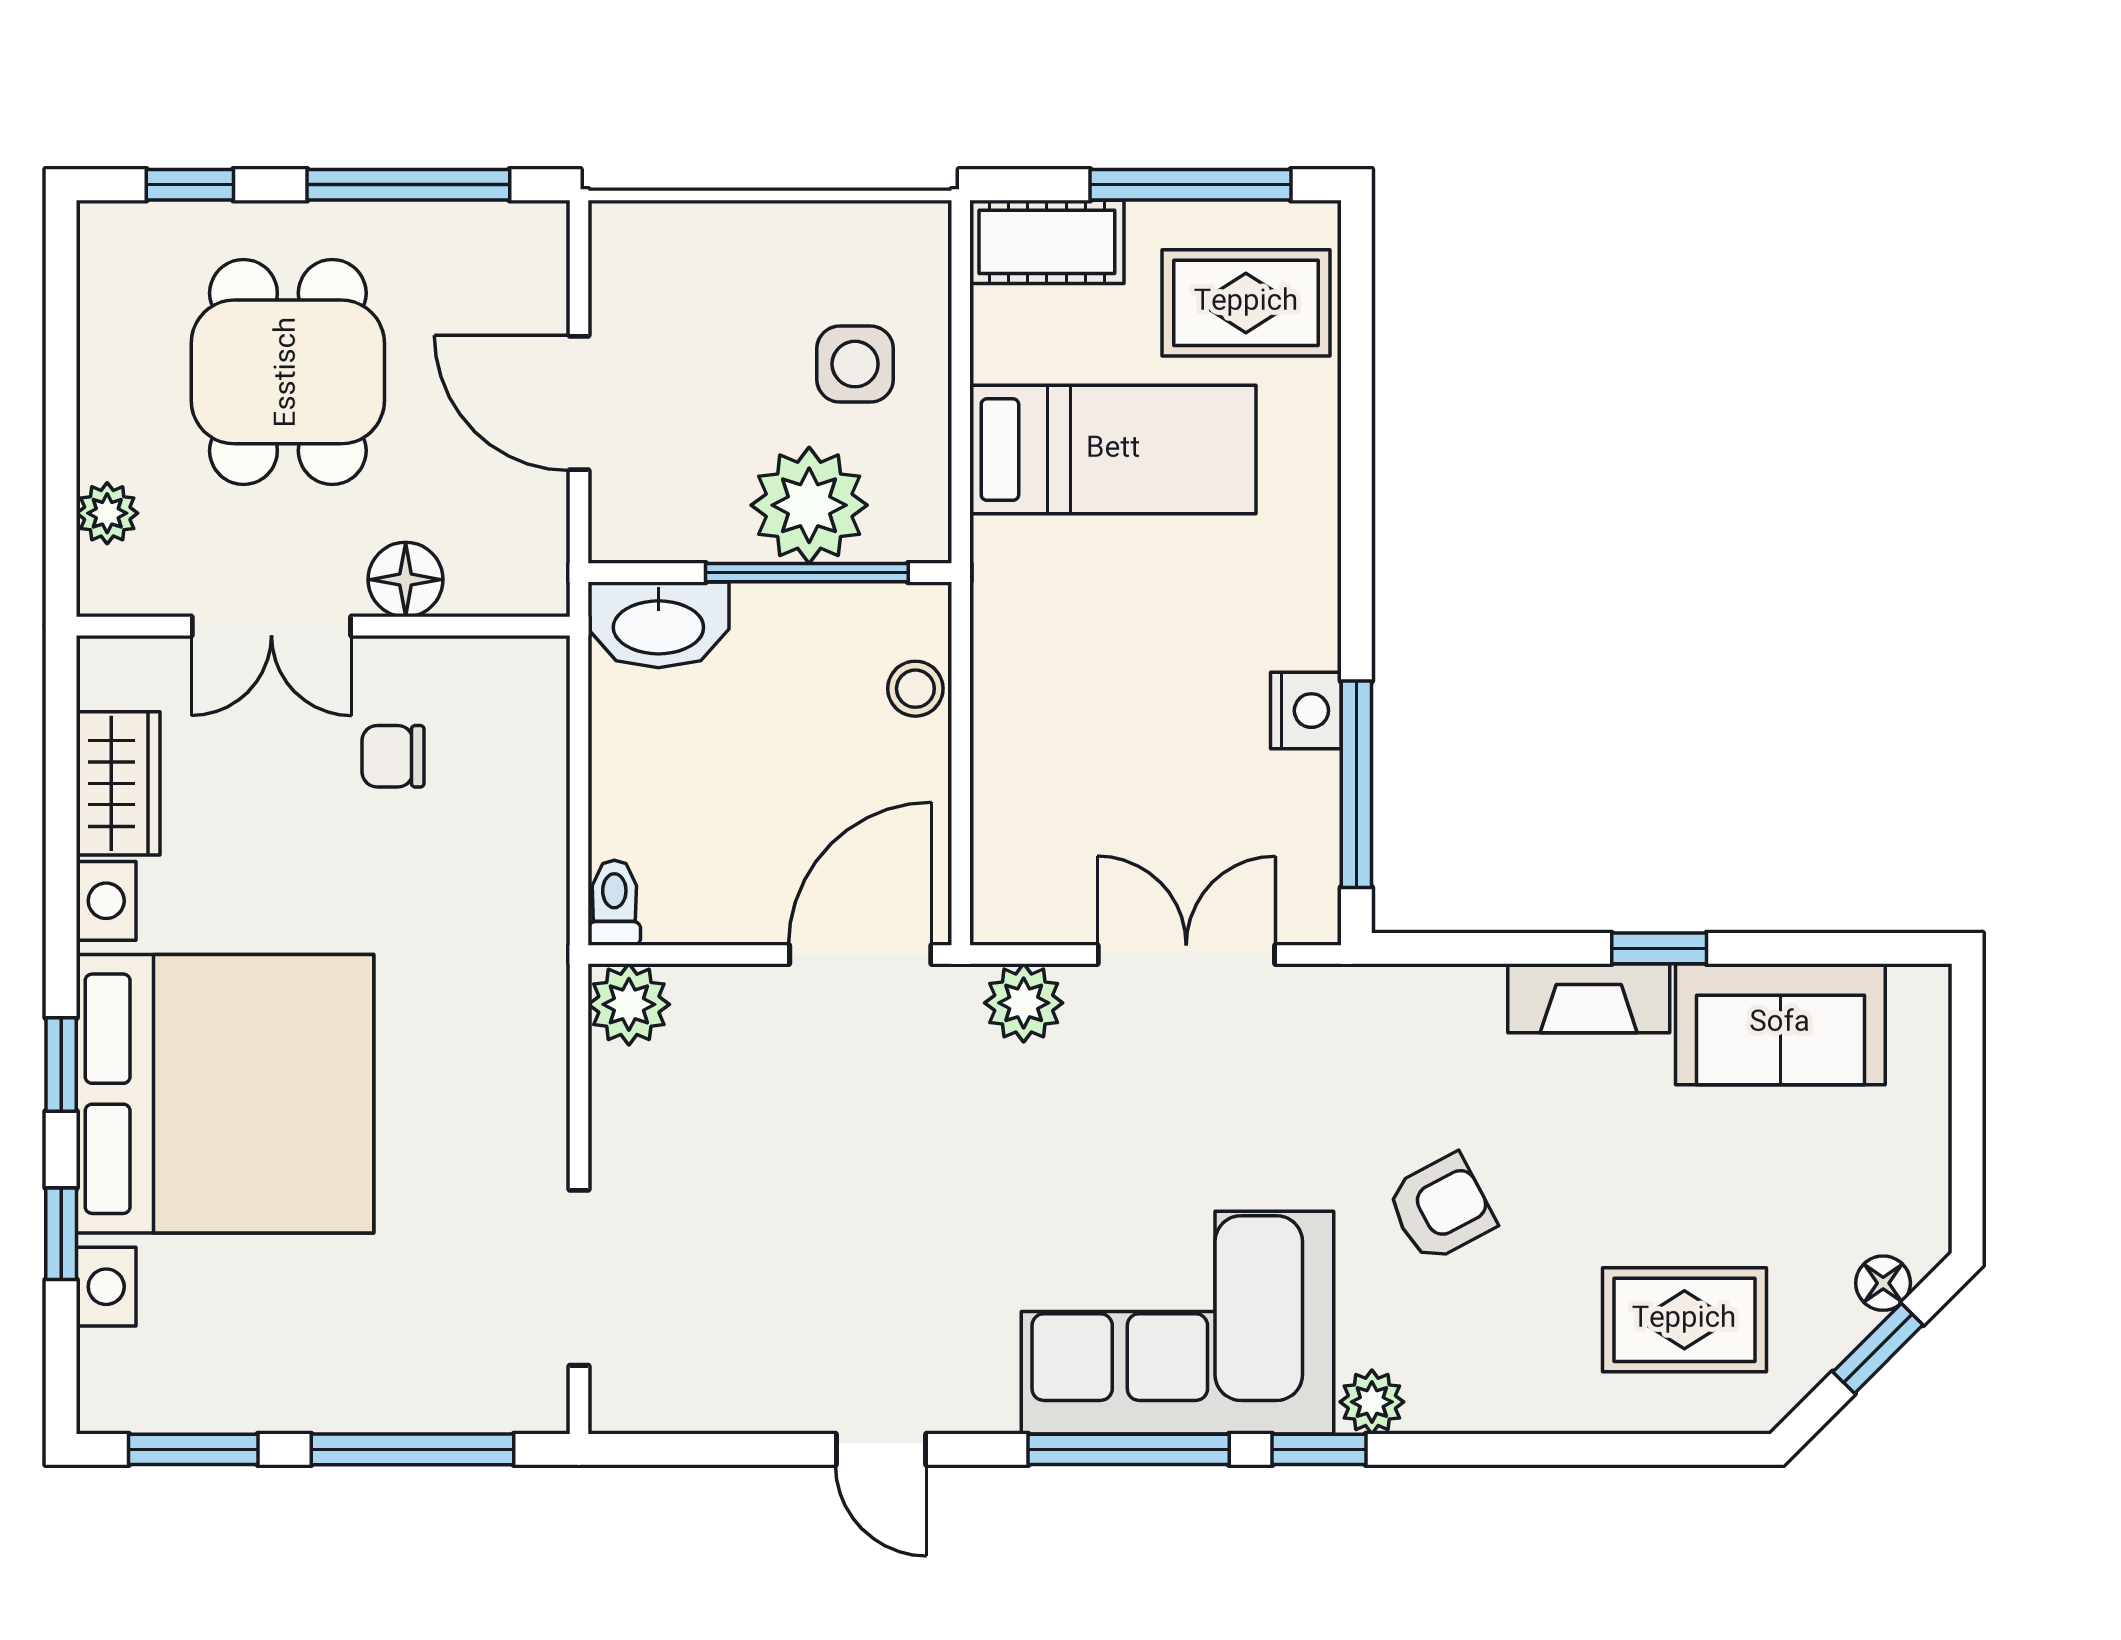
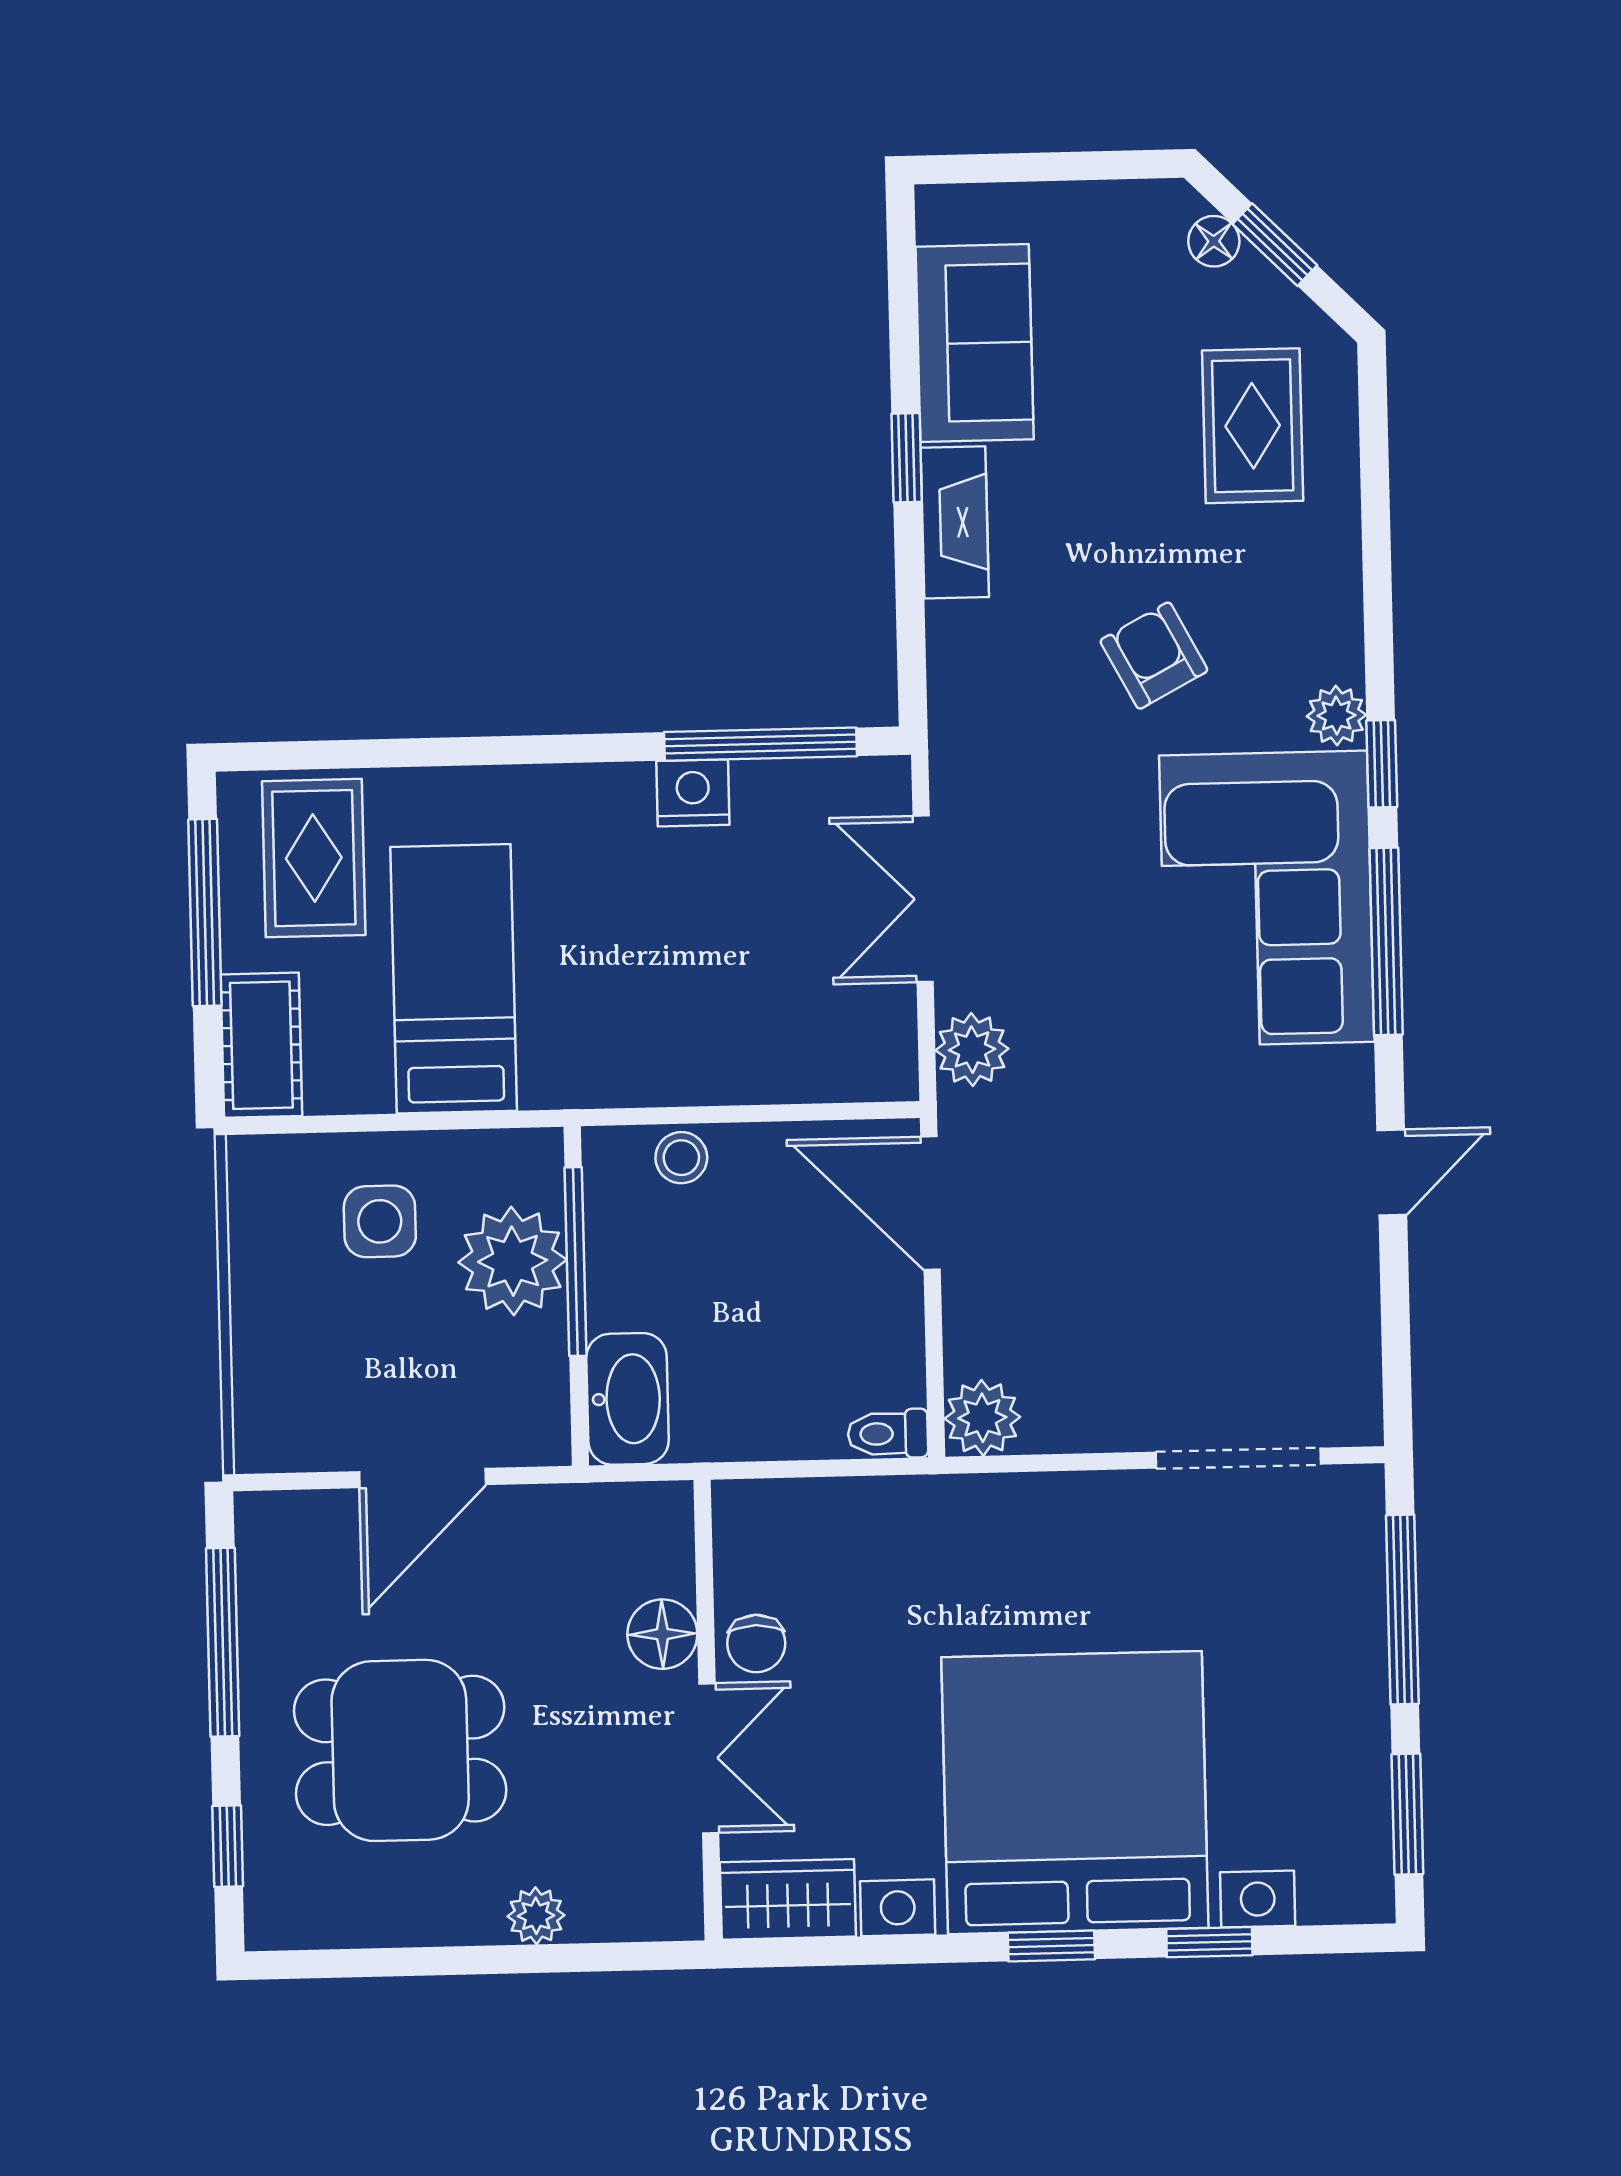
floor lamp: (406, 580) -> (662, 1634), moved
double door: (271, 626) -> (709, 1758), moved
wall: (323, 626) -> (708, 1710), moved

